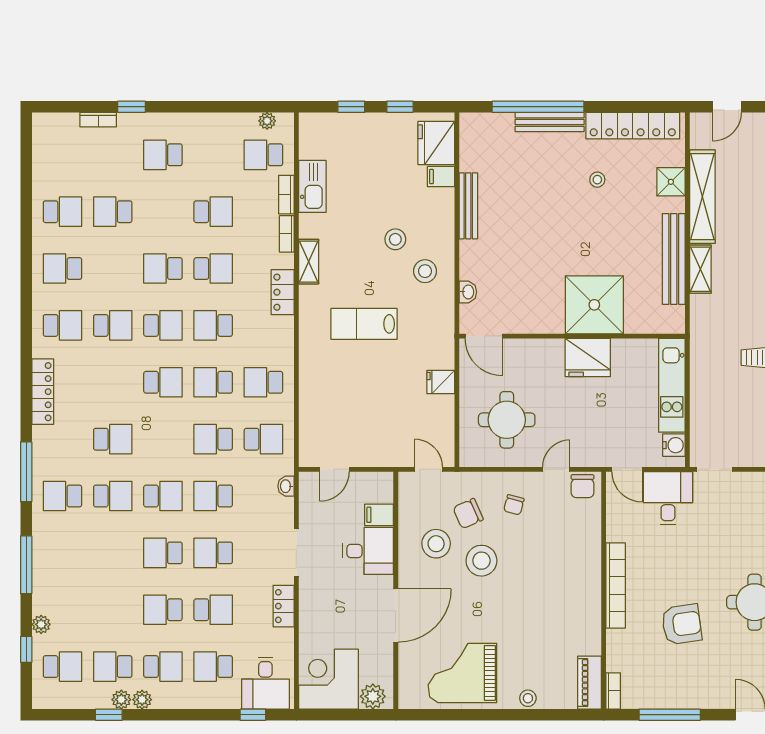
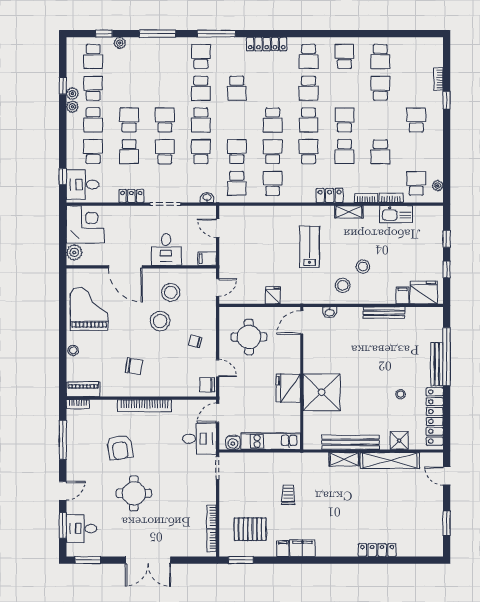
chair: (468, 514) -> (134, 366), moved, turned 122
filing cabinet: (379, 515) -> (207, 259), moved, turned -90

